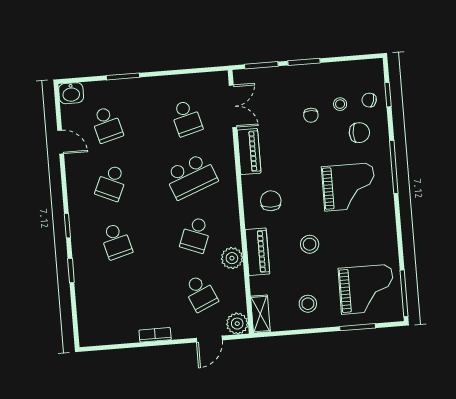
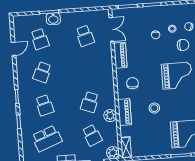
washbasin: (71, 93) -> (53, 19), moved
door: (61, 142) -> (14, 49), hinge flipped
school desk: (191, 176) -> (47, 138), moved
stool: (308, 304) -> (153, 142), removed

